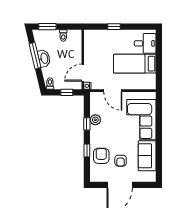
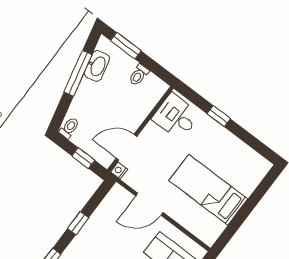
desk: (145, 43) -> (176, 117), moved, turned 180
washbasin: (44, 58) -> (97, 66), moved
door: (113, 91) -> (149, 204), hinge flipped
plant: (95, 120) -> (94, 226), removed

